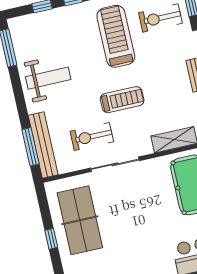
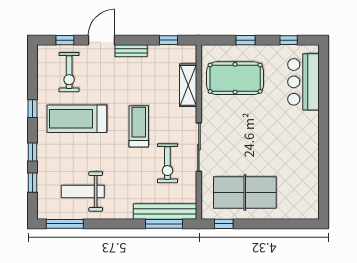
weight bench: (48, 78) -> (83, 191), moved, turned -90
window: (51, 239) -> (224, 224), moved

